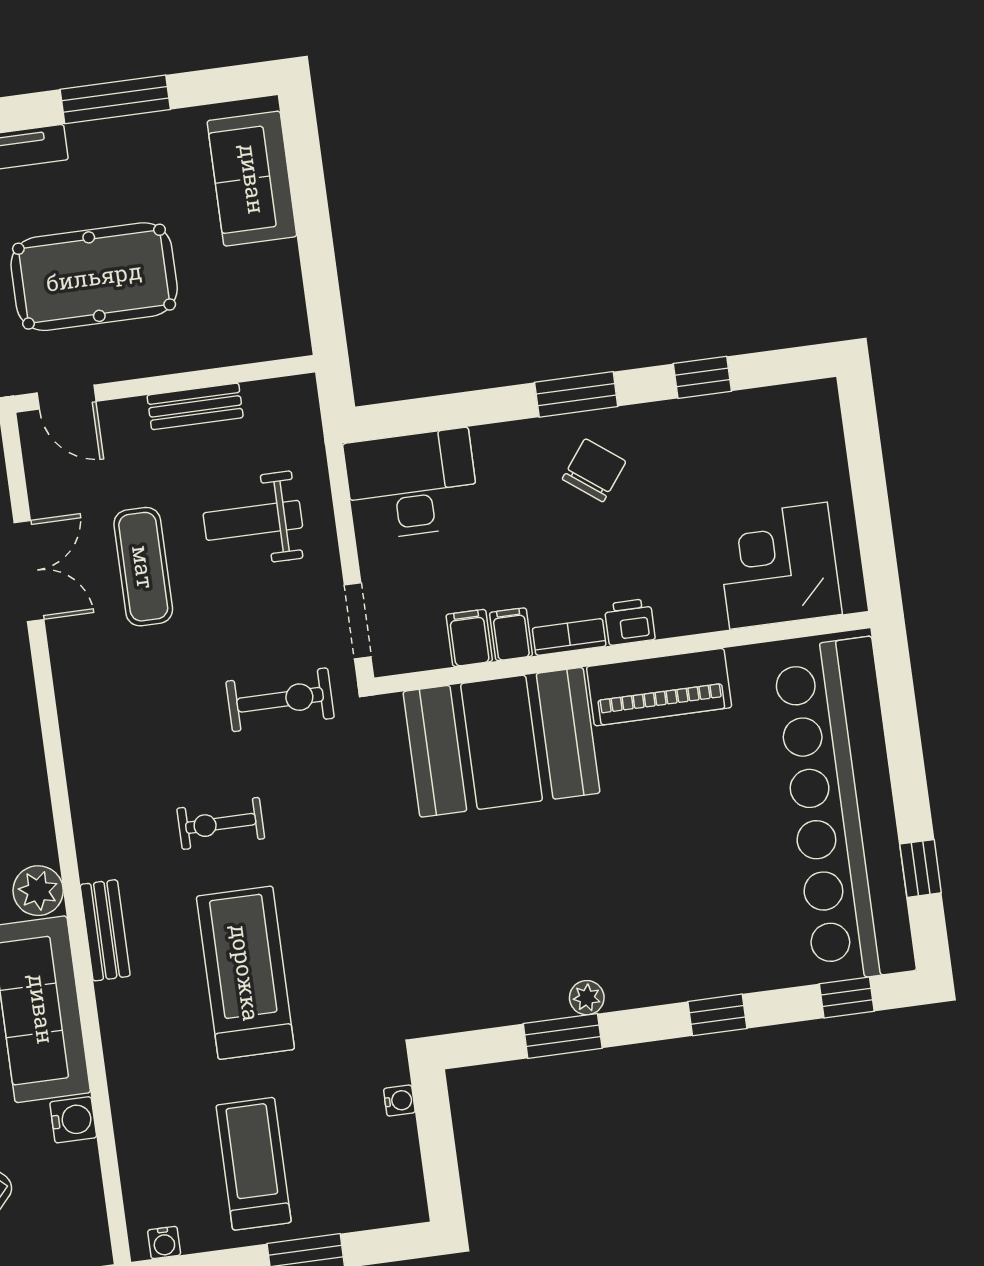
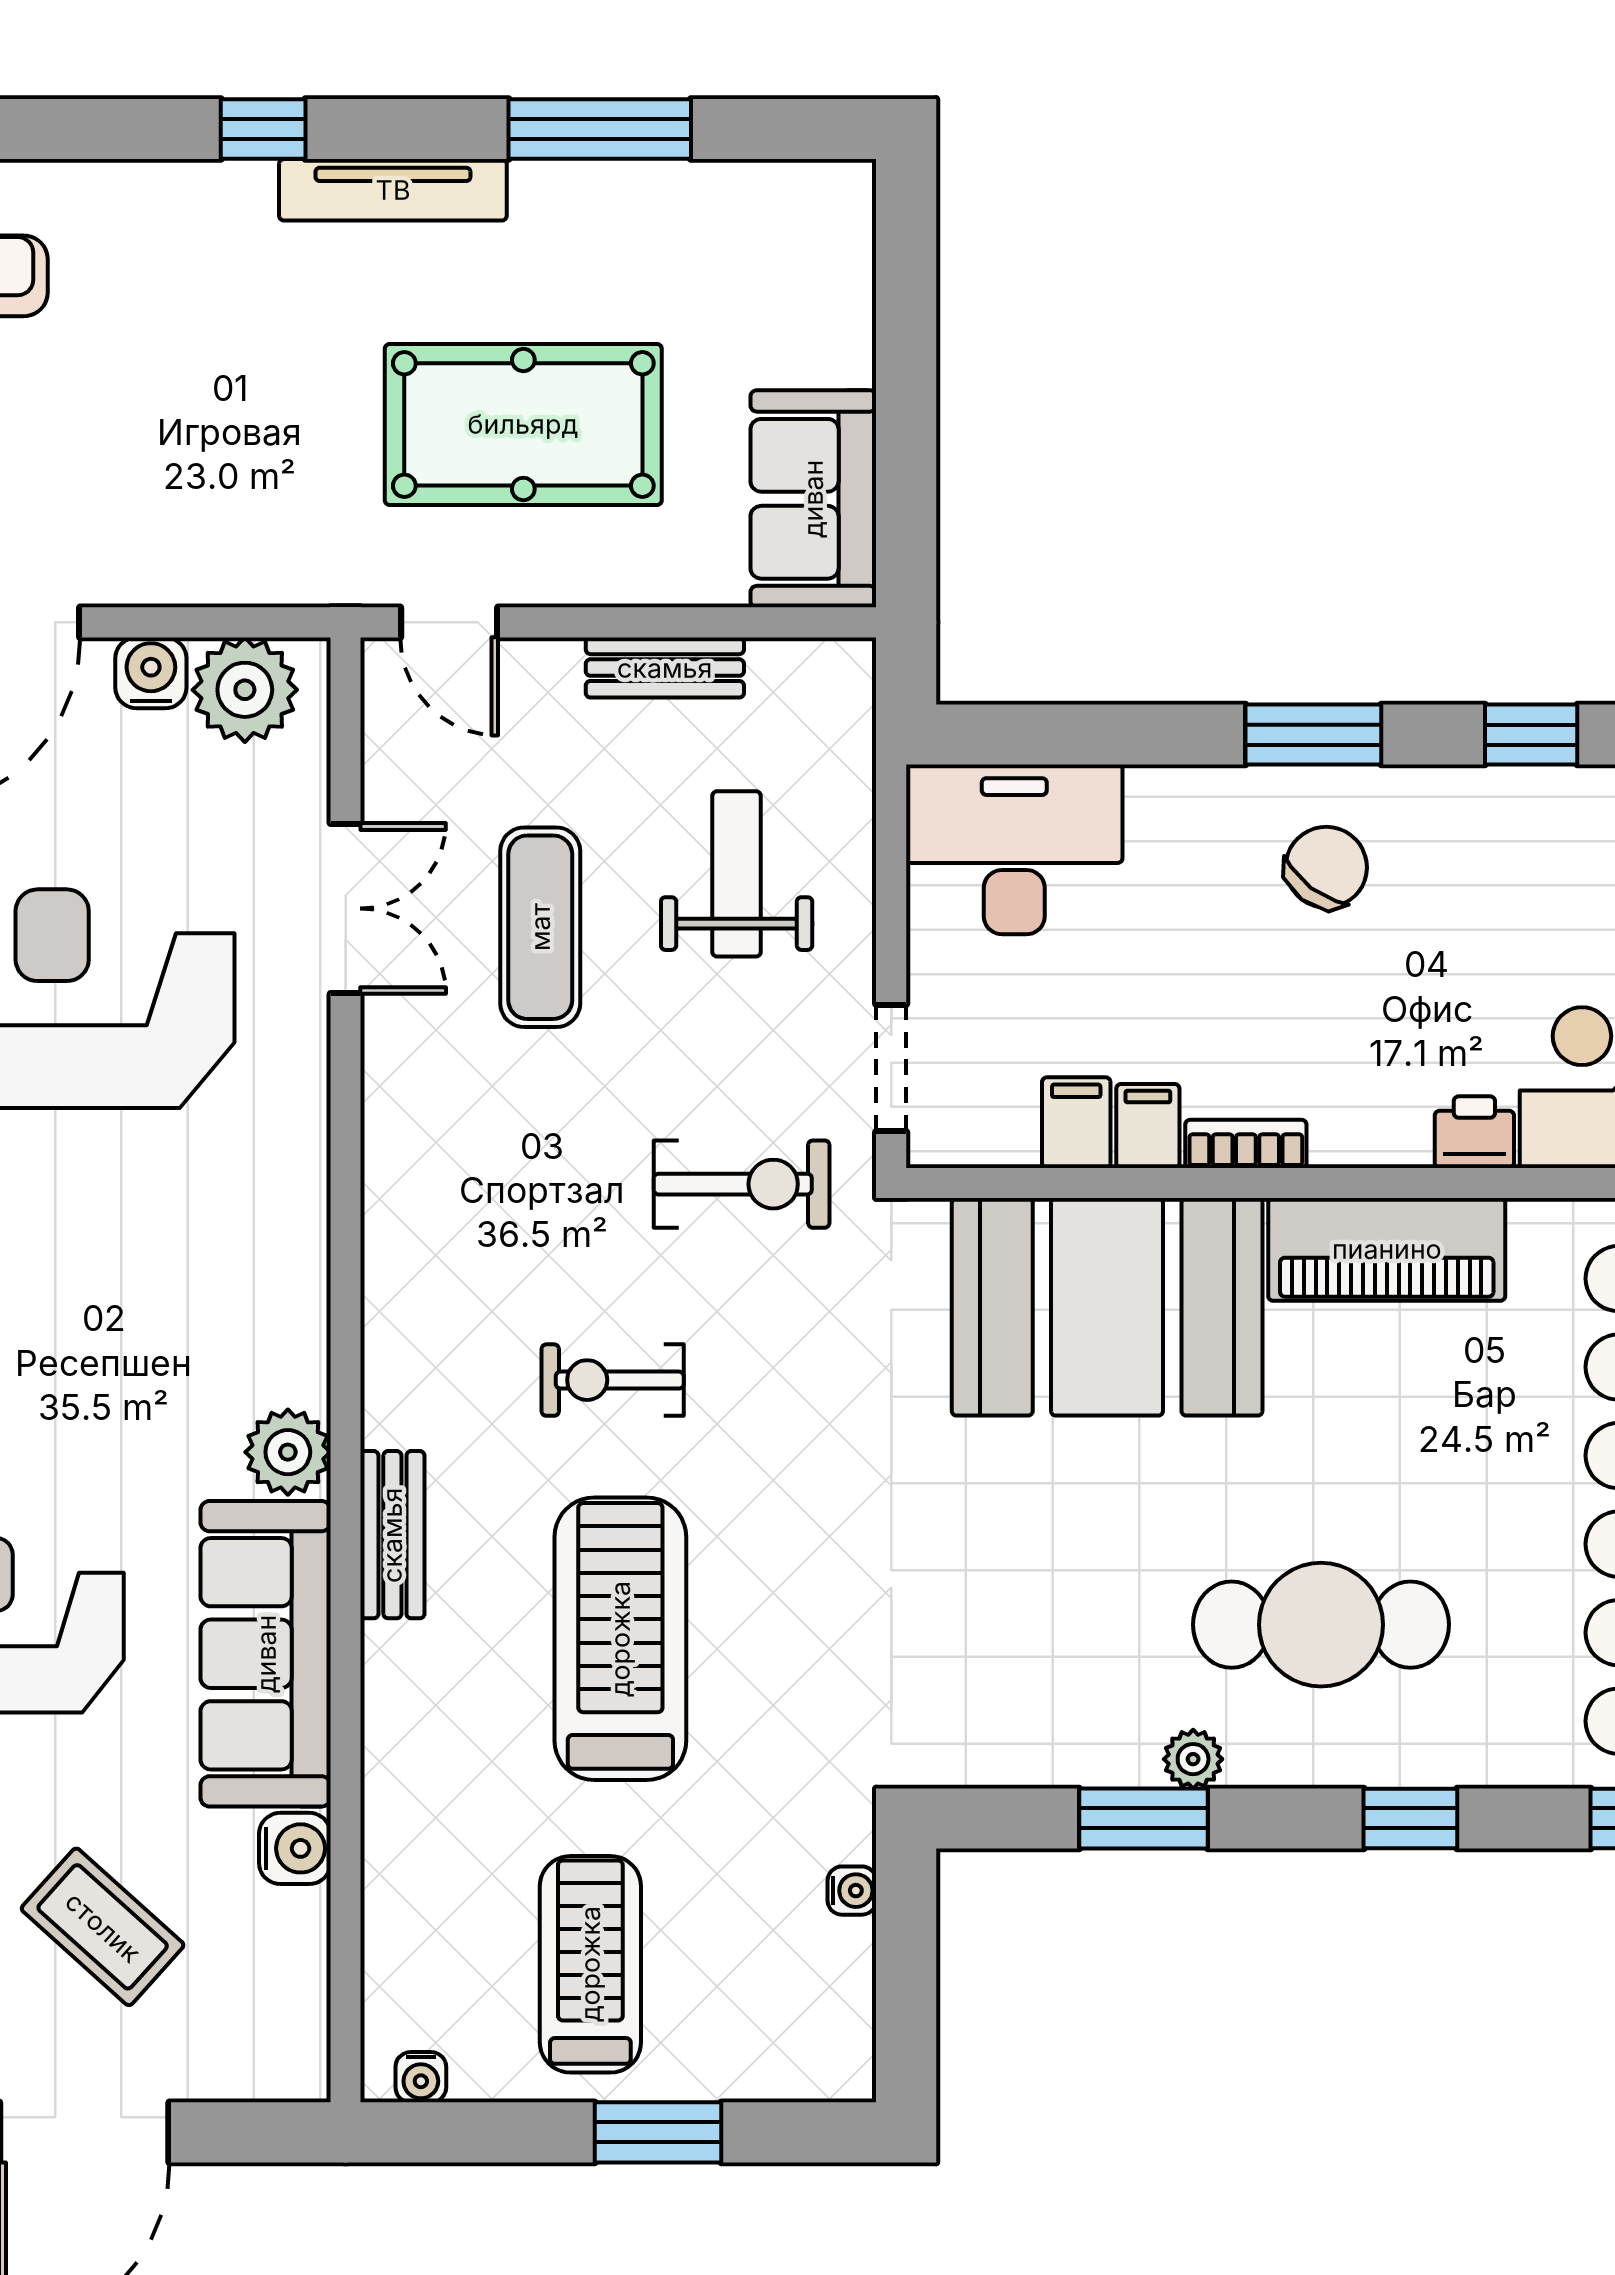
sofa: (252, 179) -> (813, 499), moved
weight bench: (253, 520) -> (737, 874), turned 90
printer: (630, 622) -> (1474, 1132), moved
cafe table: (650, 910) -> (1321, 1625), added

